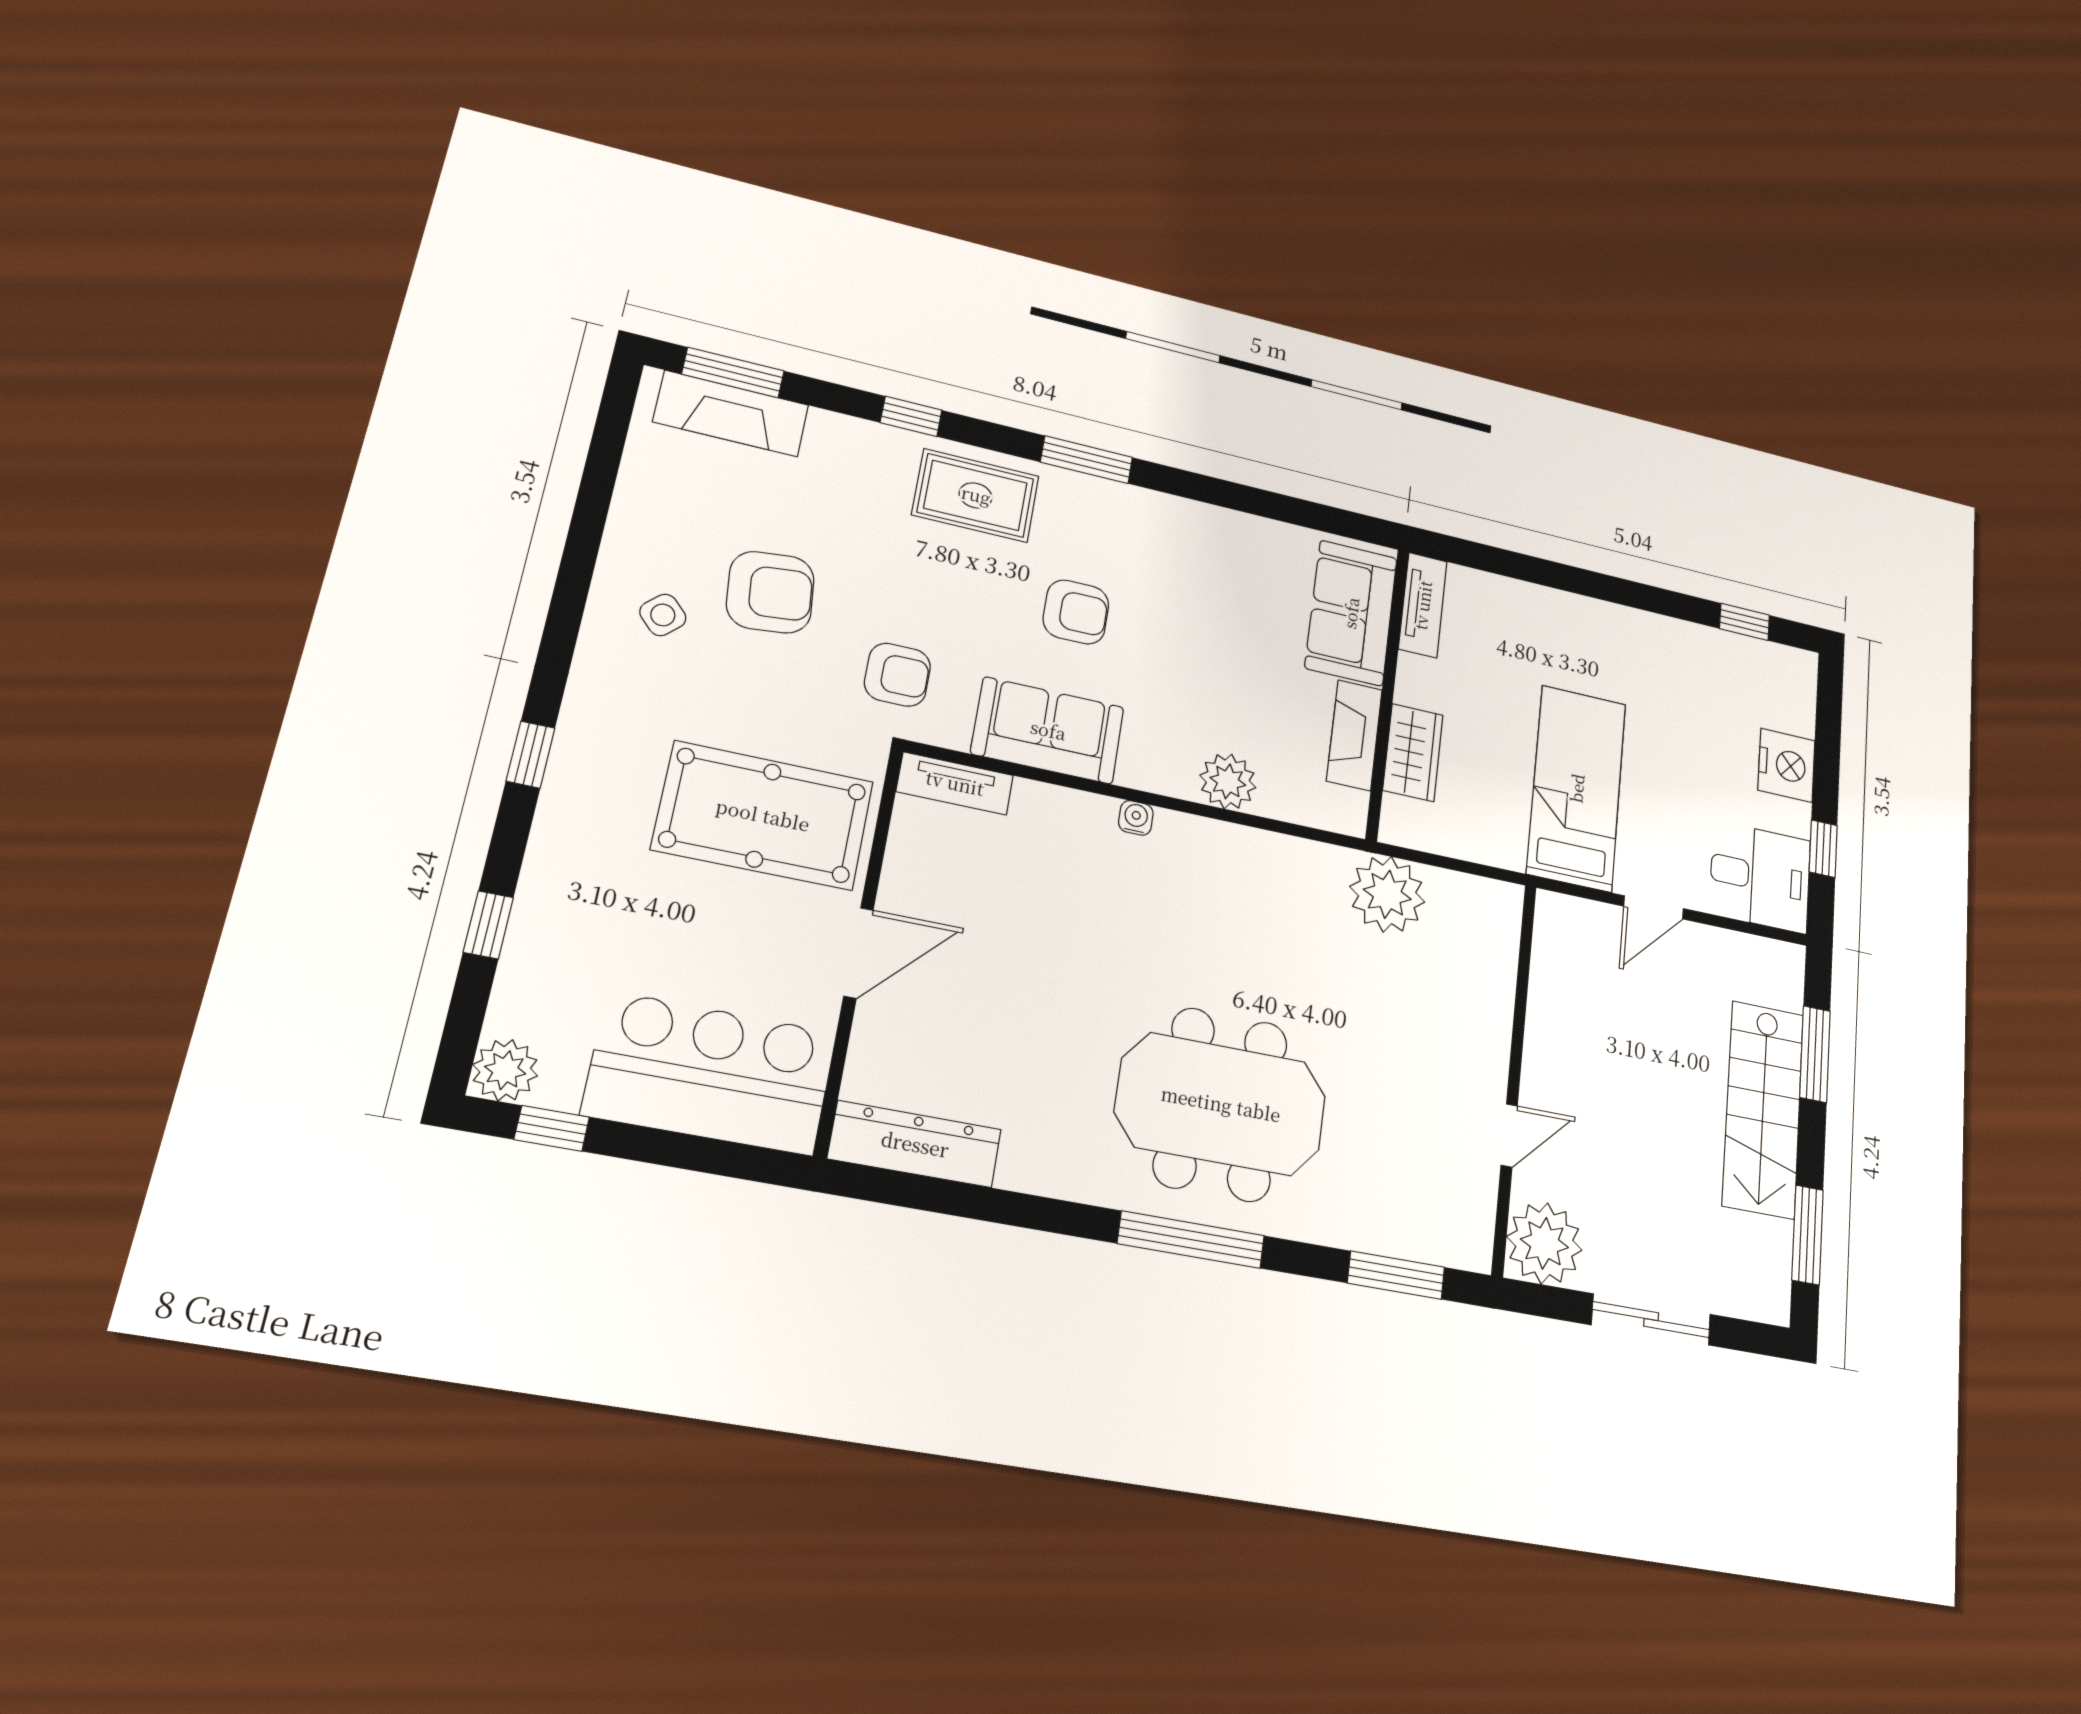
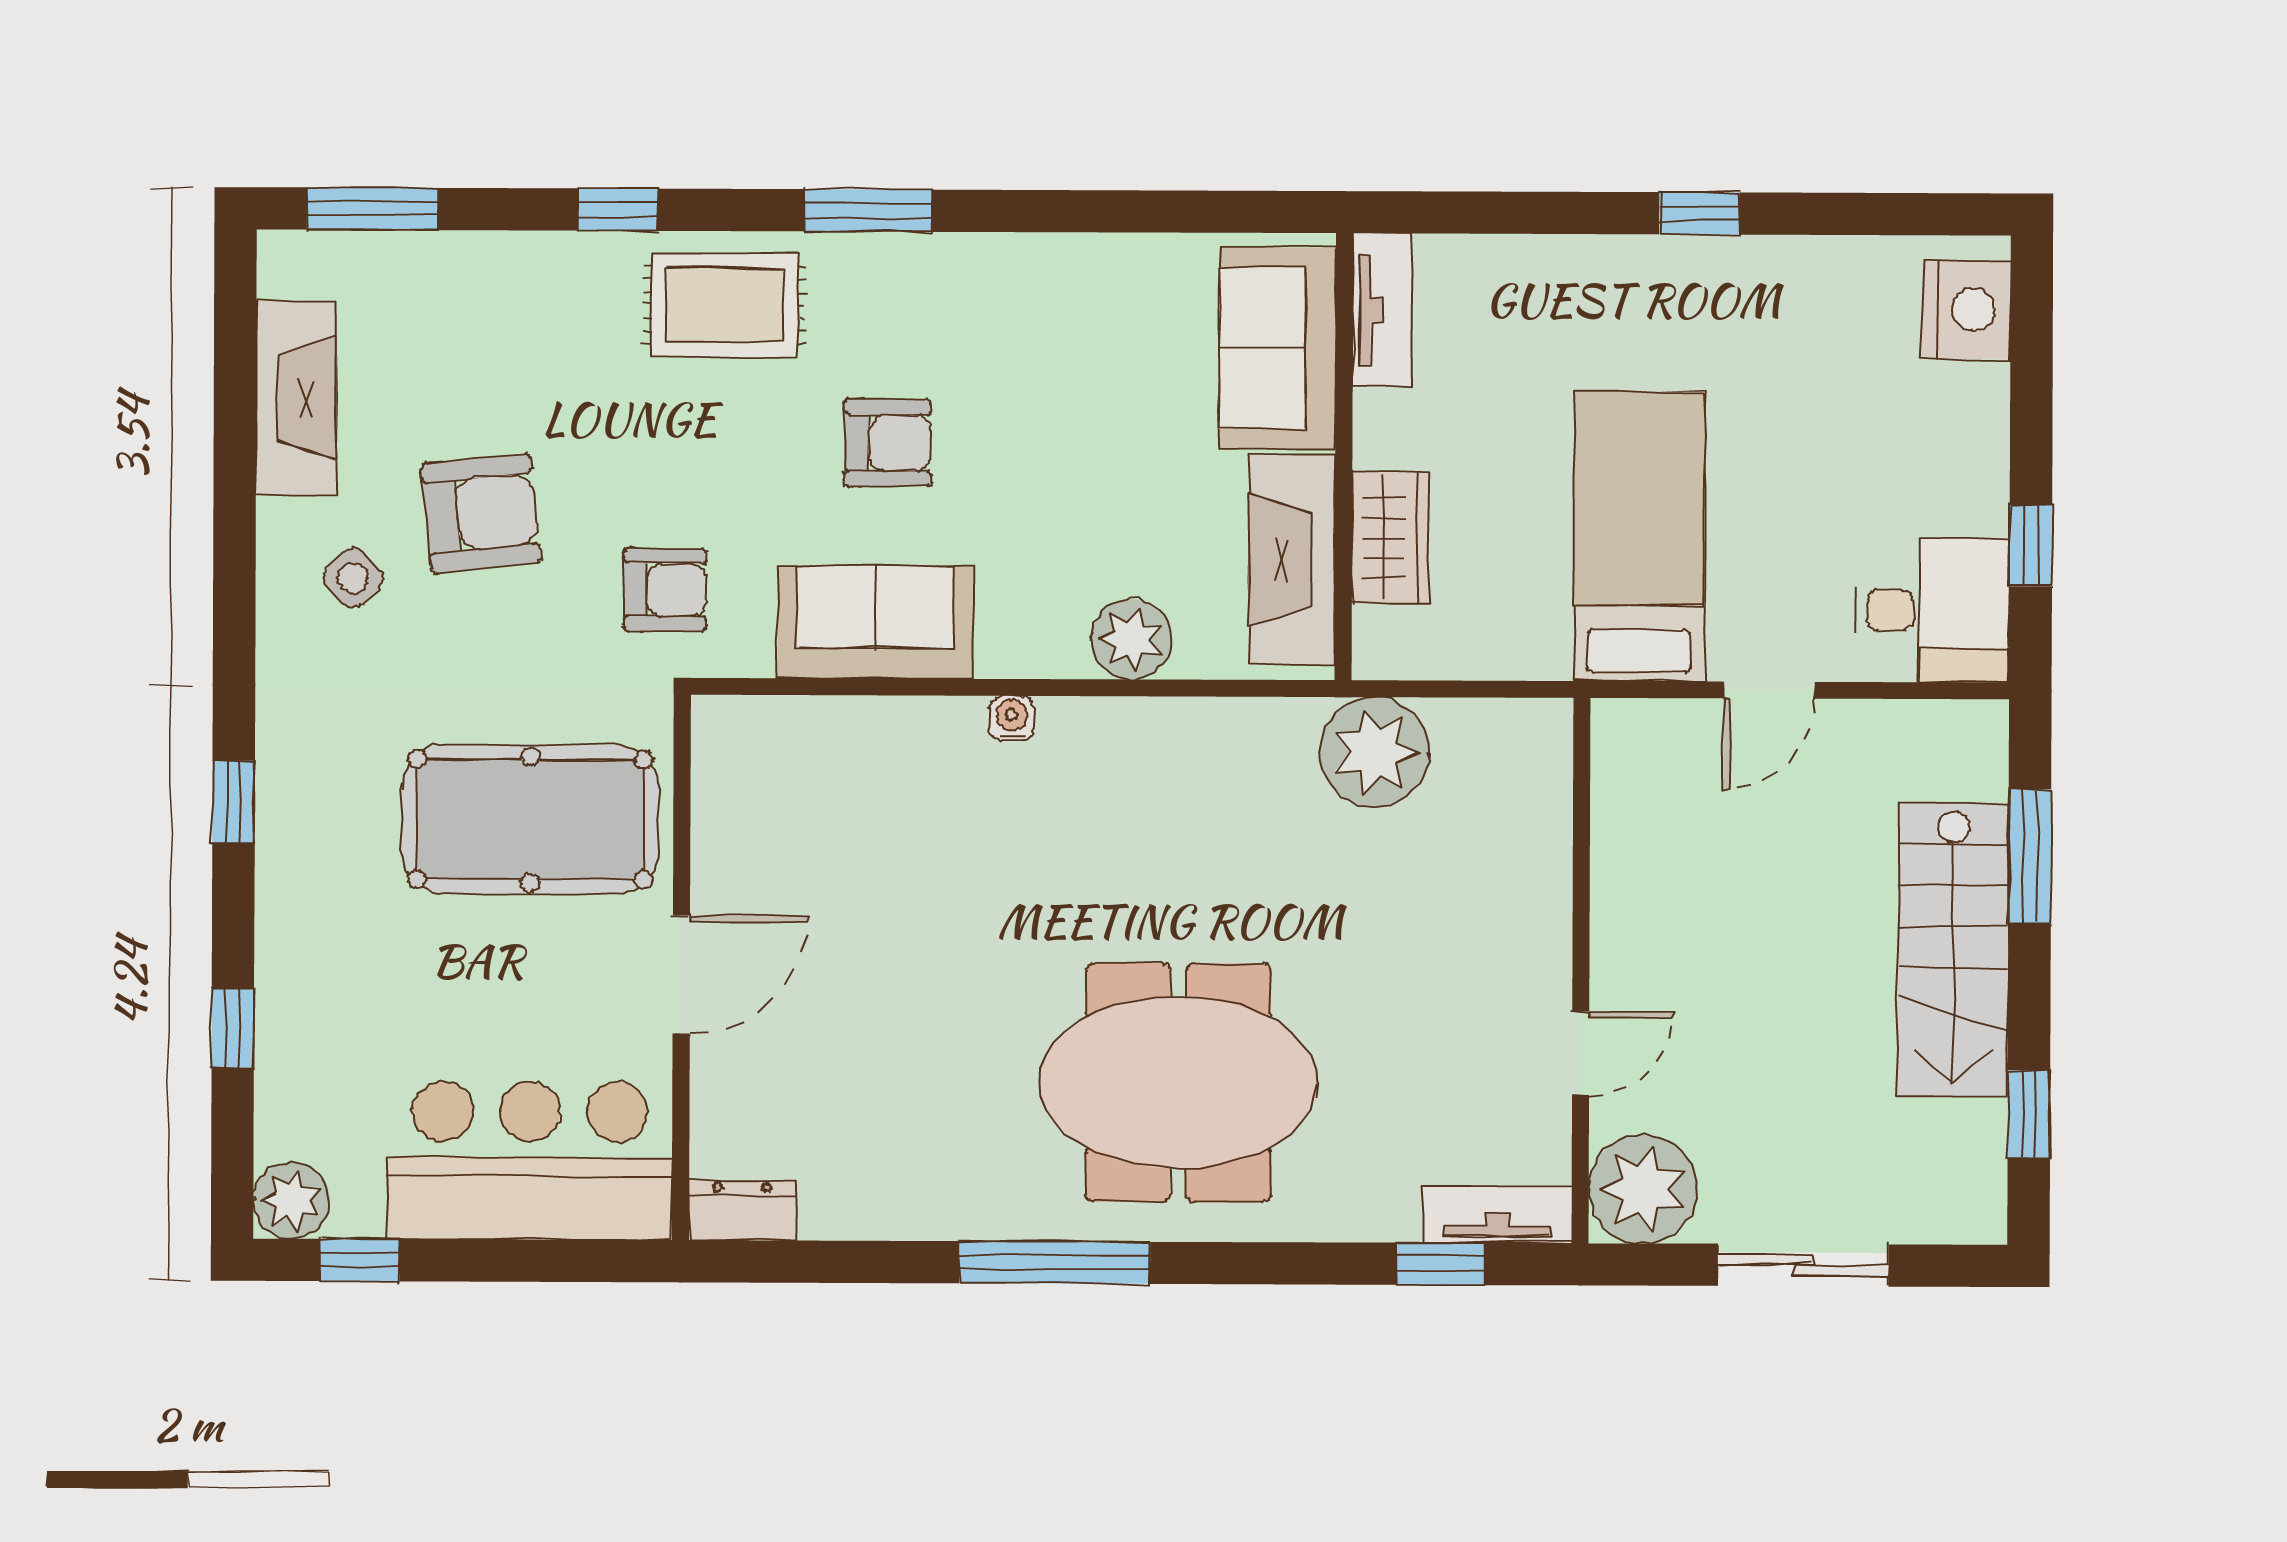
fireplace: (731, 413) -> (296, 398), moved, turned -90
window: (1744, 622) -> (1699, 213), moved
fireplace: (1354, 735) -> (1292, 560), width x1.37, depth x1.32
nightstand: (1786, 765) -> (1966, 310), moved
tv unit: (955, 783) -> (1497, 1215), moved, turned 180
dresser: (915, 1144) -> (742, 1210), width x0.51, depth x0.80
window: (1808, 1235) -> (2029, 1114), width x0.67
window: (1191, 1240) -> (1055, 1263), moved
window: (1396, 1275) -> (1441, 1264), width x0.67

